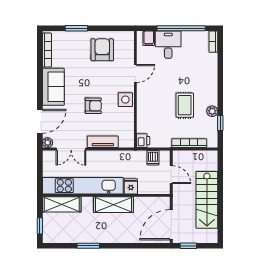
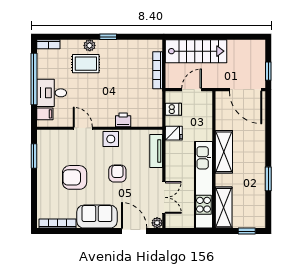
window: (76, 28) -> (34, 156), moved
armchair: (102, 50) -> (75, 177), moved
rug: (185, 105) -> (86, 64), moved
plant: (212, 111) -> (90, 45), moved
window: (220, 123) -> (108, 37), moved
printer: (143, 141) -> (123, 120), moved
tv unit: (103, 142) -> (156, 151), moved
fridge: (131, 186) -> (174, 133), moved, turned 180
stairs: (207, 200) -> (196, 51), moved

